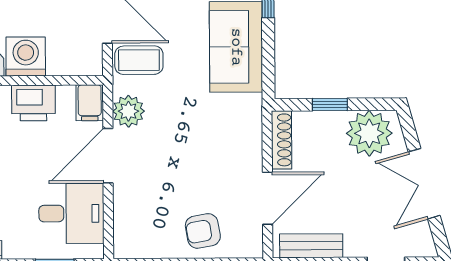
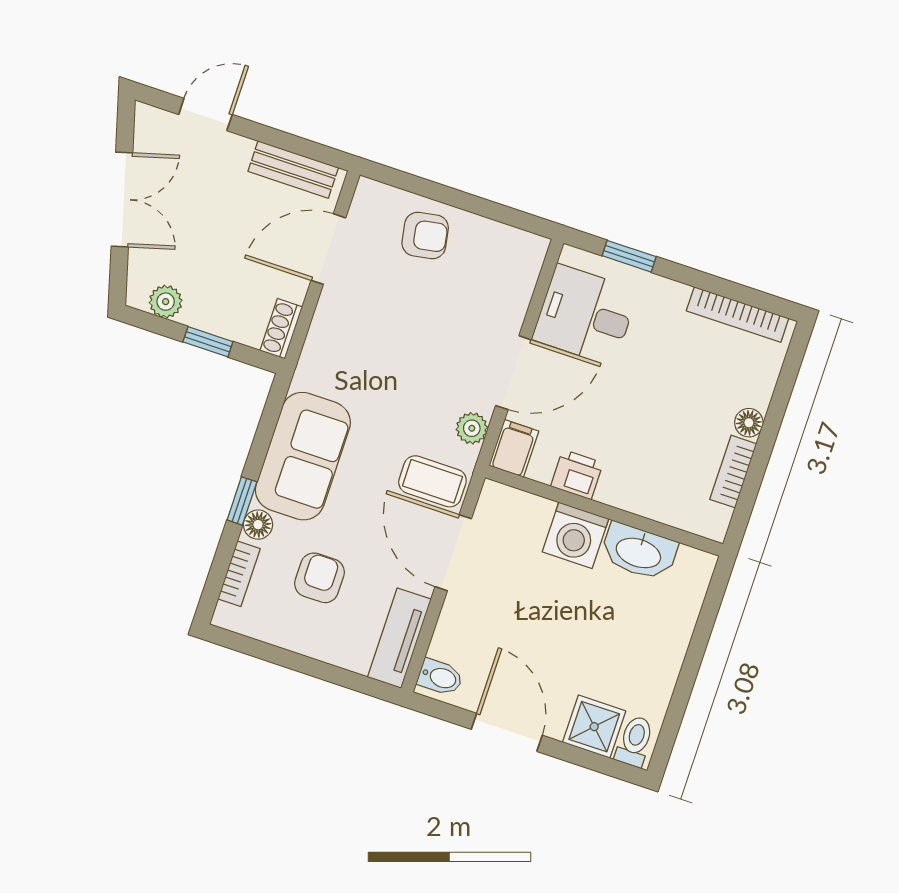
printer: (33, 103) -> (577, 475), width x0.73, depth x0.81
plant: (128, 111) -> (472, 428), width x0.73, depth x0.73
plant: (369, 133) -> (166, 302), width x0.53, depth x0.53
shoe rack: (282, 140) -> (281, 329), width x0.70

